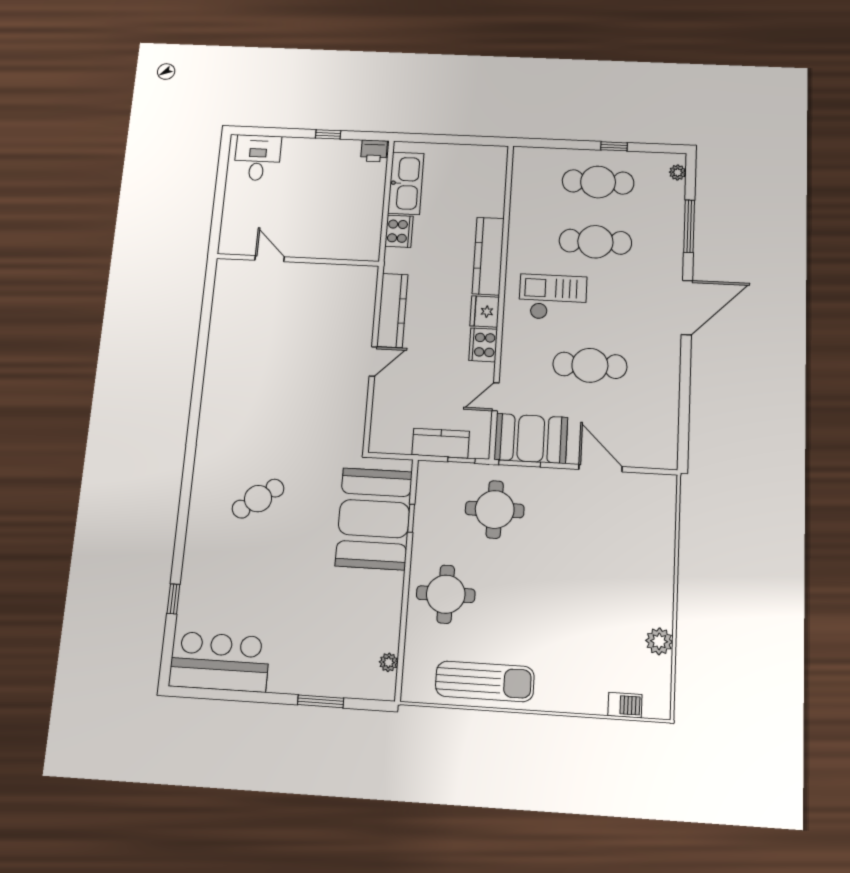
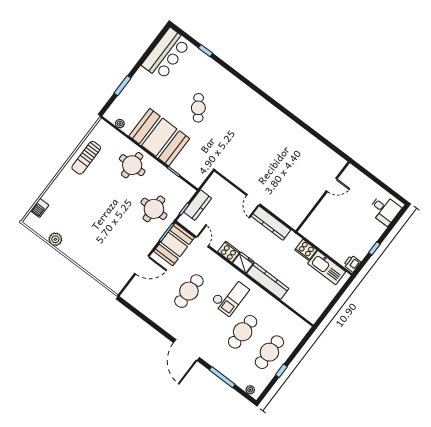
cafe table: (258, 499) -> (198, 108), moved
booth: (374, 519) -> (159, 137), moved
sun lounger: (485, 681) -> (86, 158), width x0.73, depth x0.75

